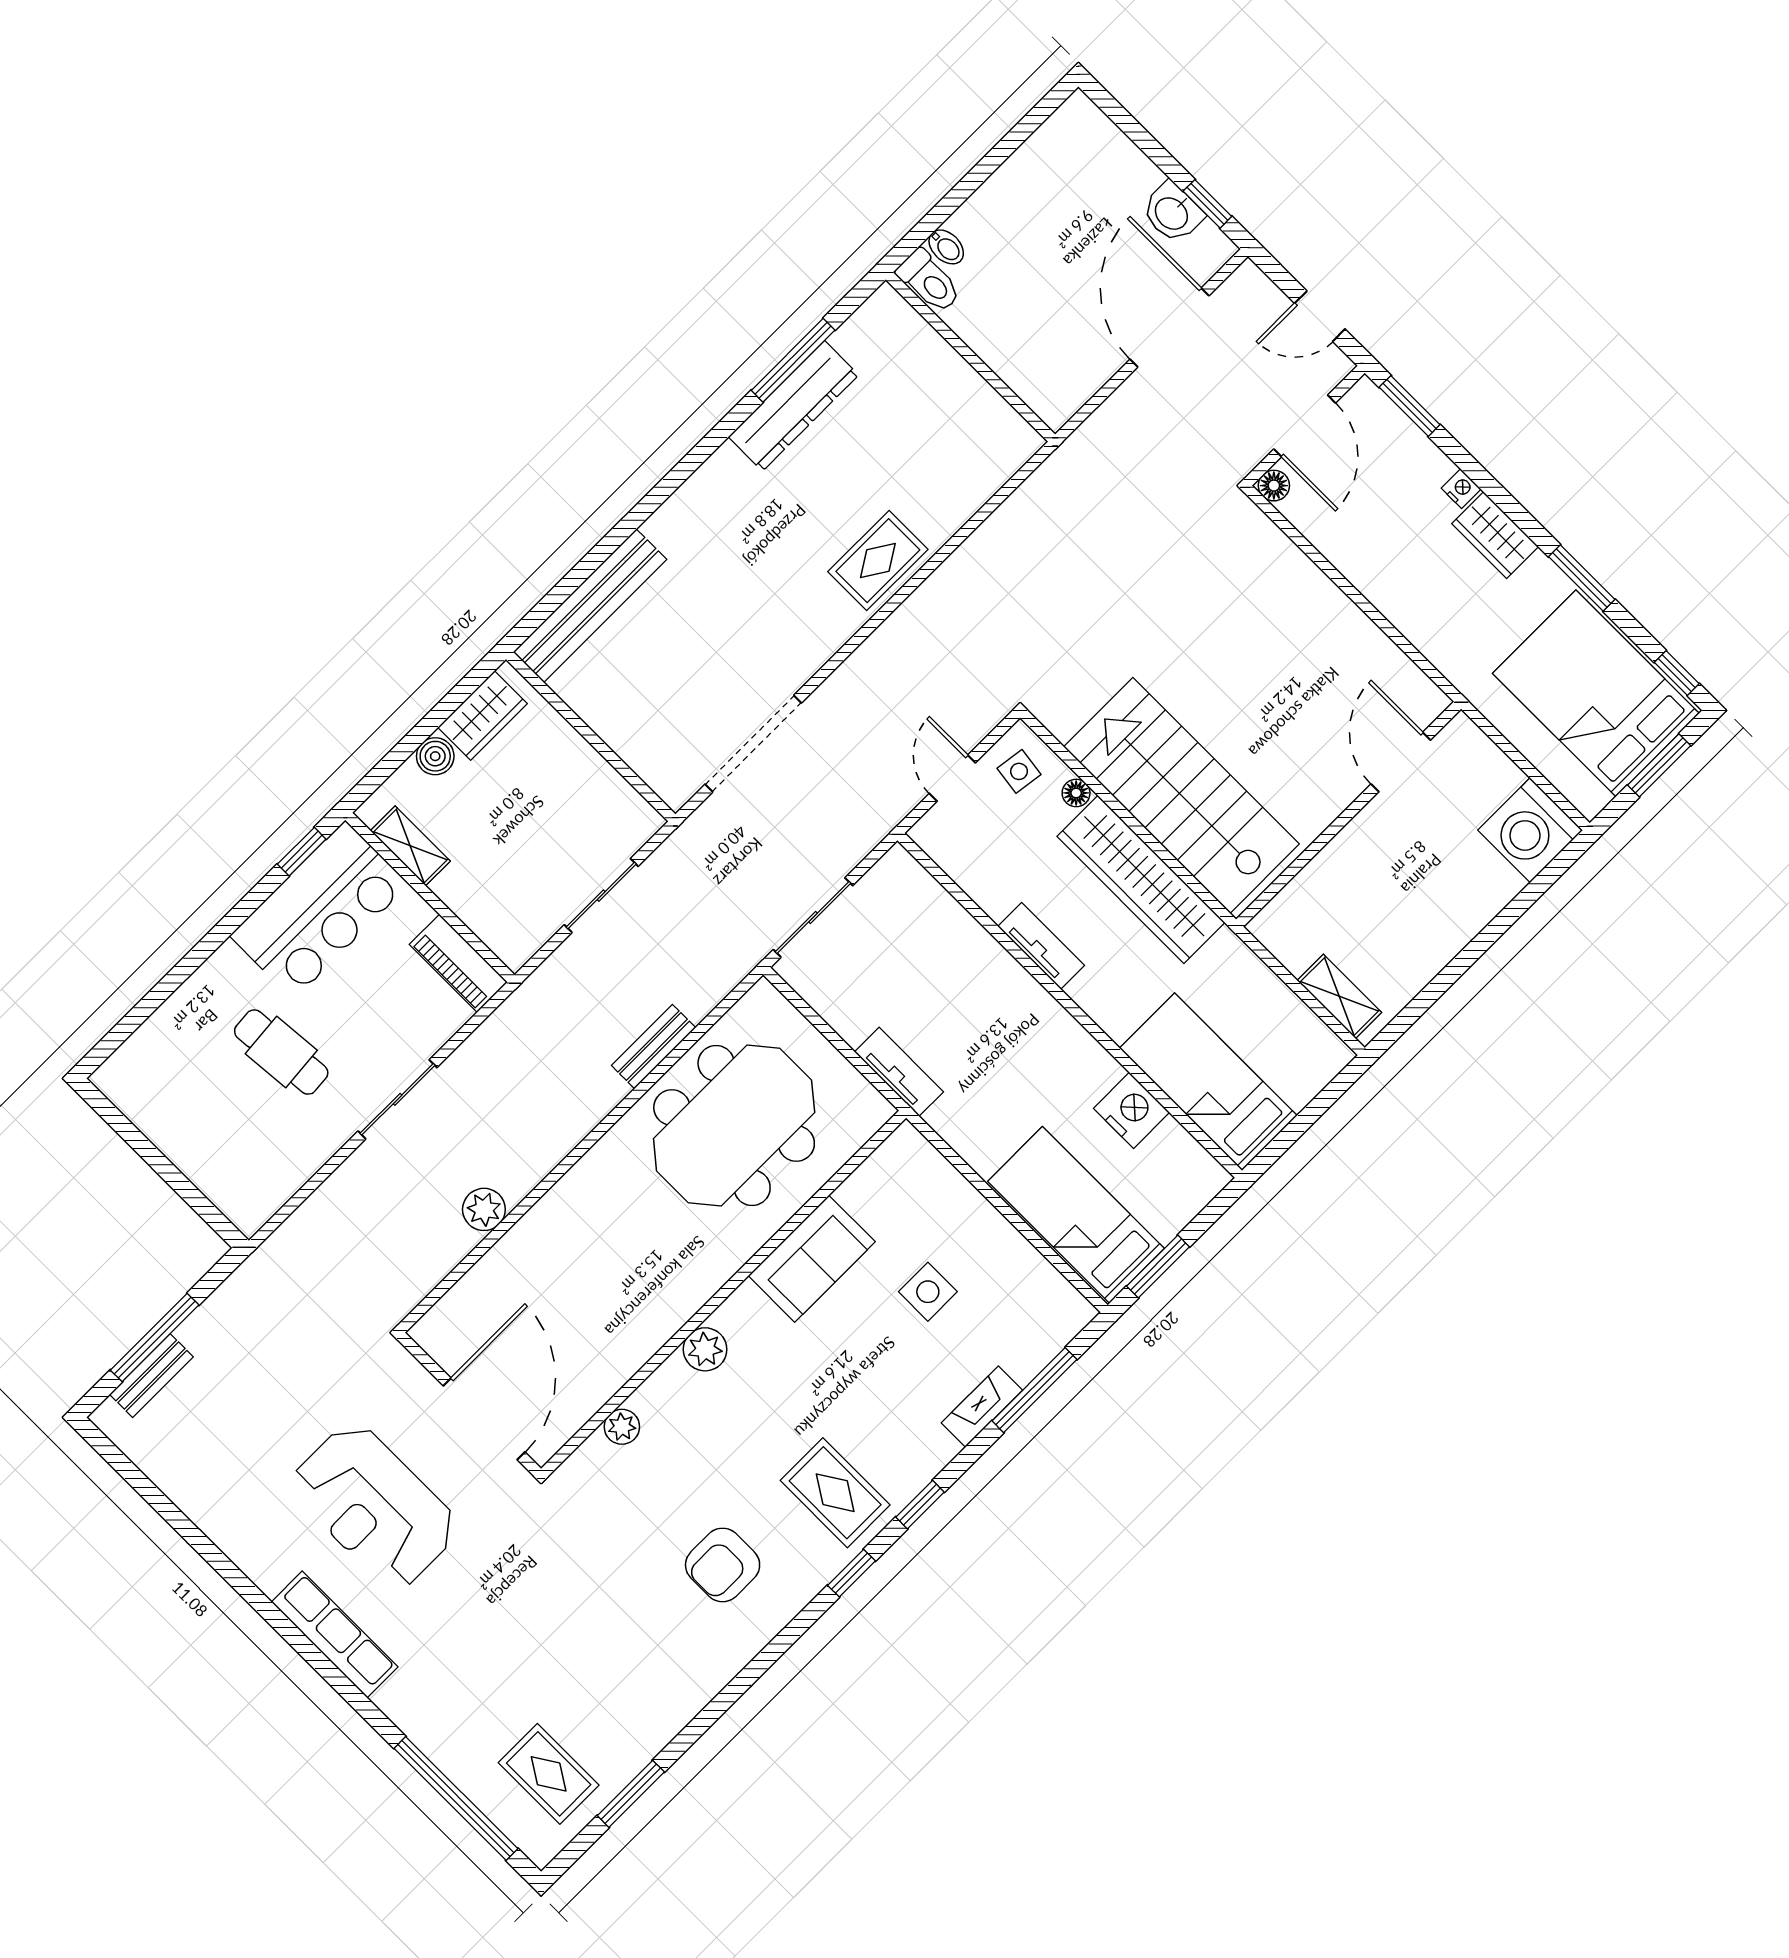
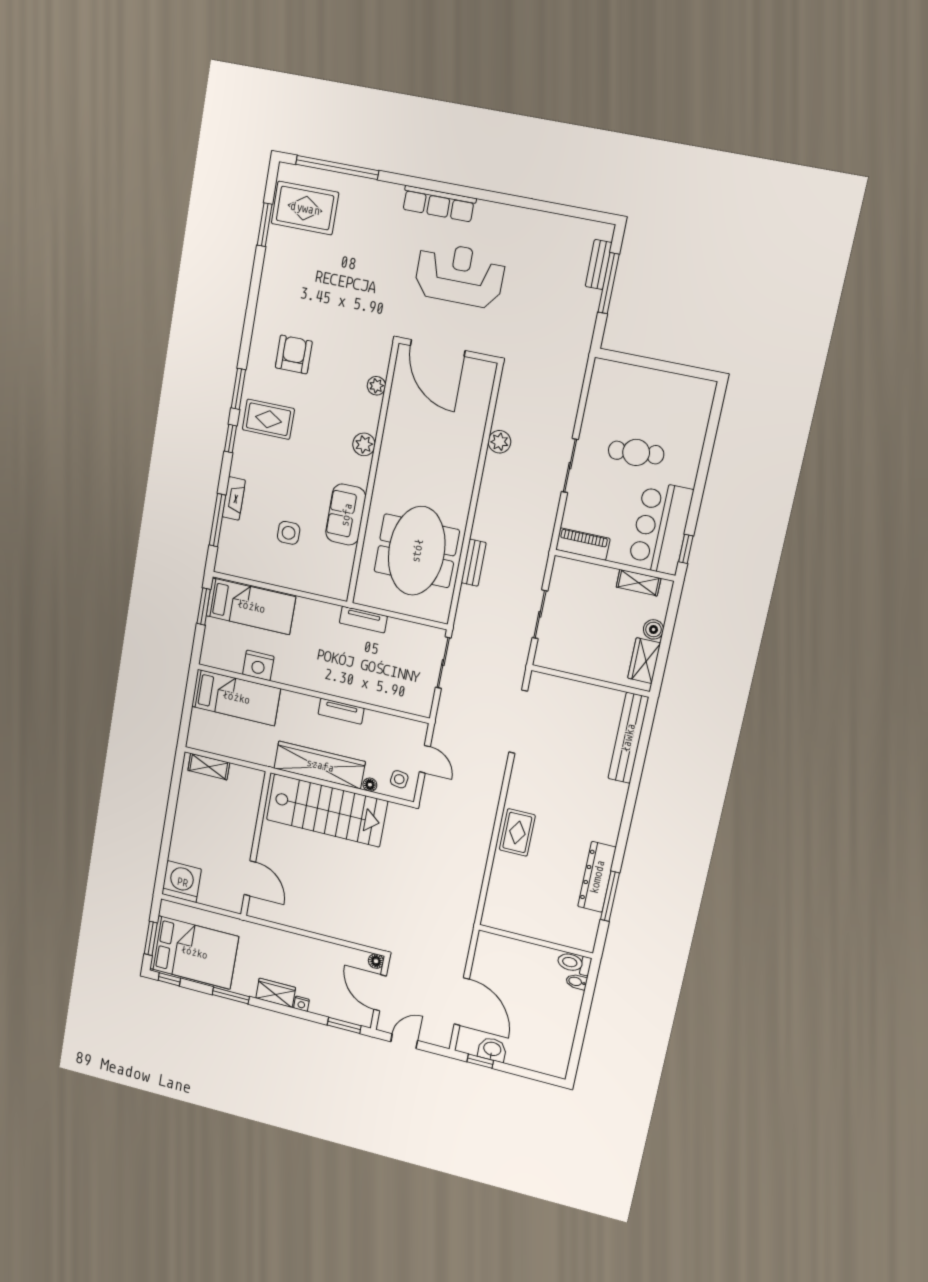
window: (851, 1573) -> (238, 389), width x1.50
rug: (549, 1774) -> (305, 208), width x1.36, depth x1.43

